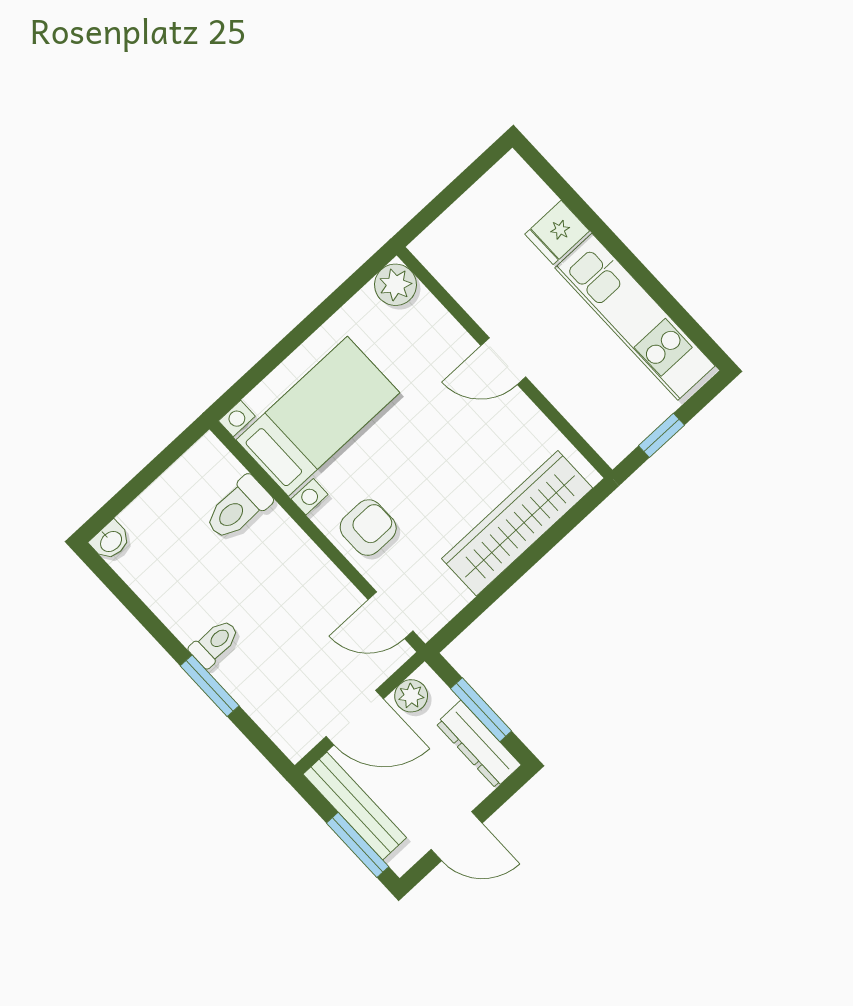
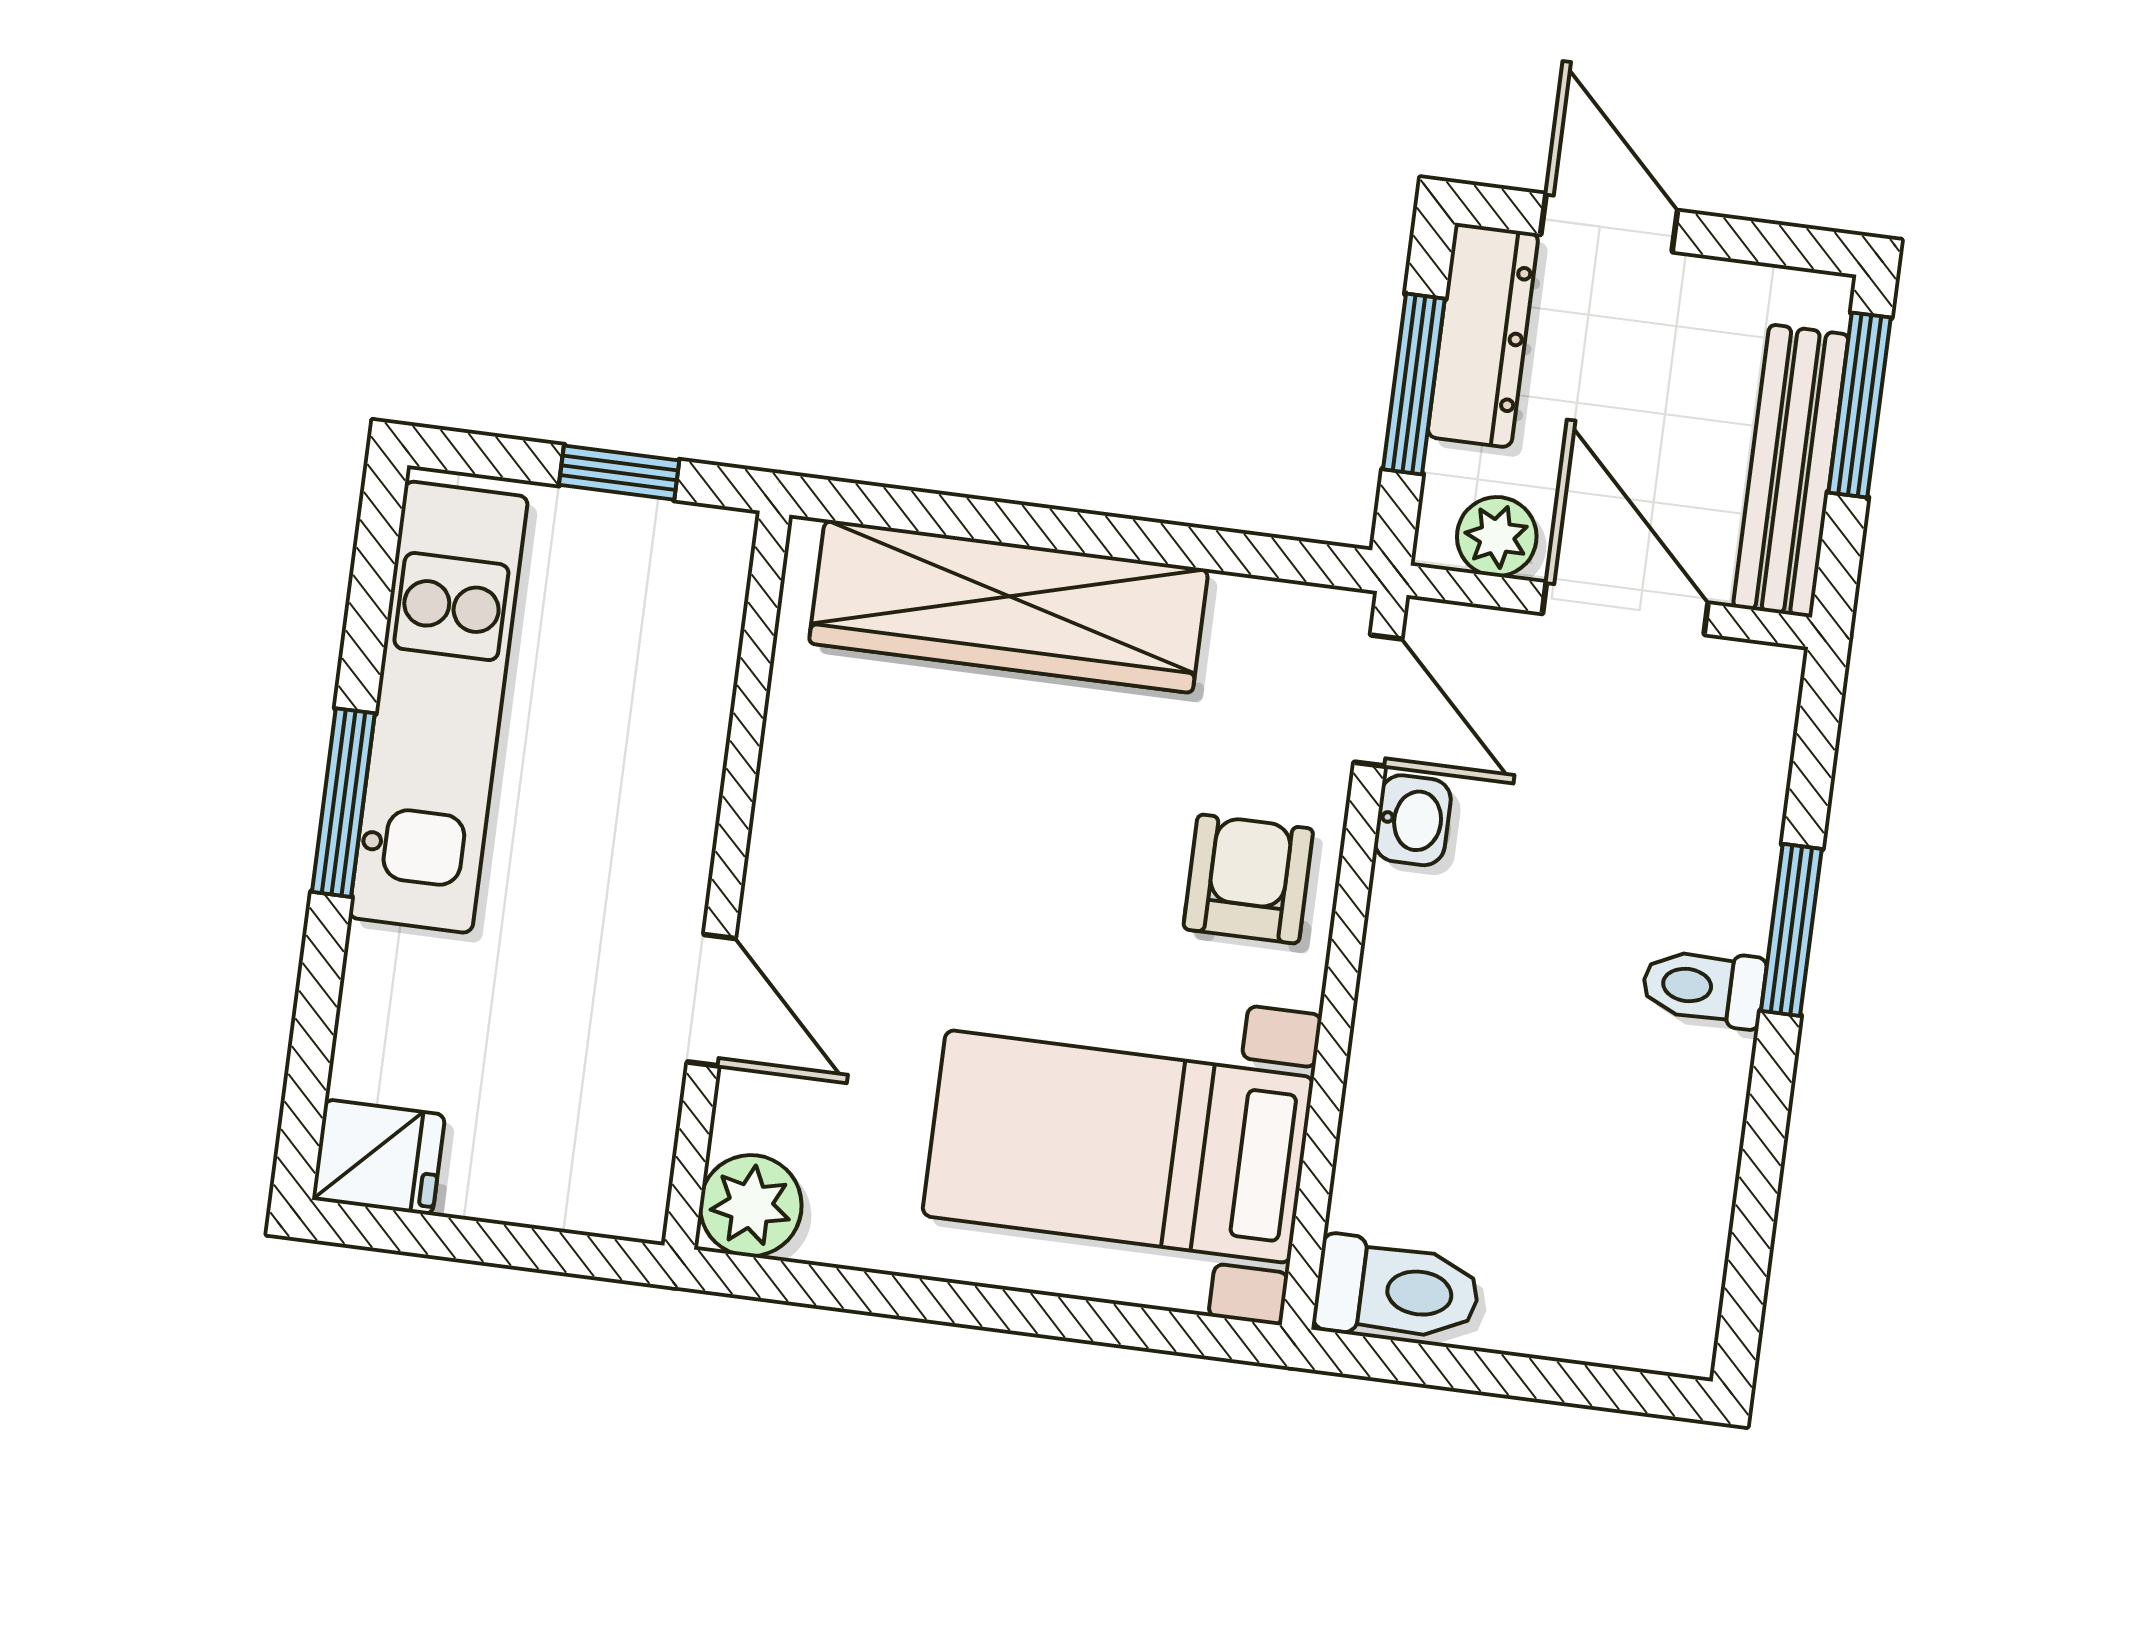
fridge: (557, 232) -> (379, 1157), moved
window: (630, 262) -> (343, 803), added
door: (503, 361) -> (711, 1000), moved
toilet: (238, 508) -> (1397, 1290), moved
armchair: (368, 528) -> (1248, 879), turned 90
washbasin: (110, 541) -> (1413, 820), moved, turned 90
door: (457, 836) -> (1609, 223), moved

